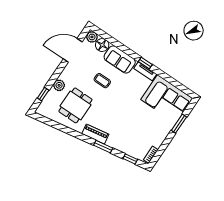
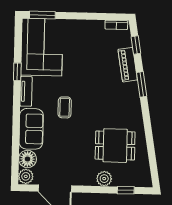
window: (145, 63) -> (17, 72), moved
coffee table: (102, 81) -> (65, 107), moved
window: (179, 124) -> (42, 15), moved
piano: (95, 134) -> (128, 65), moved

